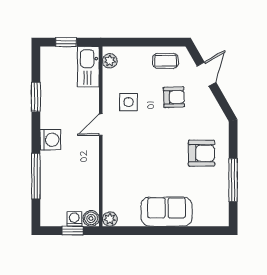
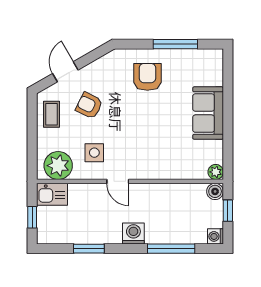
plant: (110, 61) -> (58, 166), width x1.88, depth x1.88
kitchen sink: (88, 67) -> (52, 194), width x0.73
door: (206, 74) -> (65, 72), hinge flipped
armchair: (174, 97) -> (89, 105), turned -62
washing machine: (74, 219) -> (216, 236), moved

